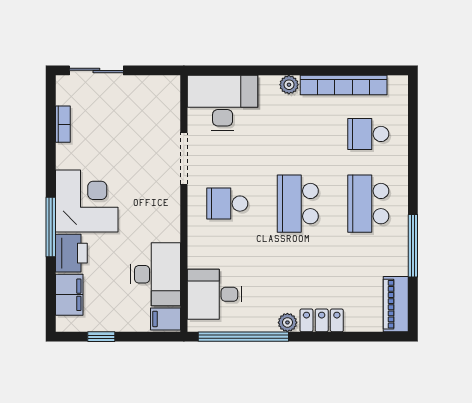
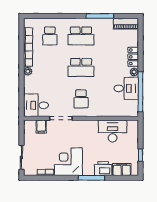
desk: (223, 103) -> (36, 105), width x0.73
corner desk: (87, 201) -> (68, 162), moved
desk: (215, 294) -> (126, 88), moved, turned -90
filing cabinet: (165, 319) -> (41, 127), moved

